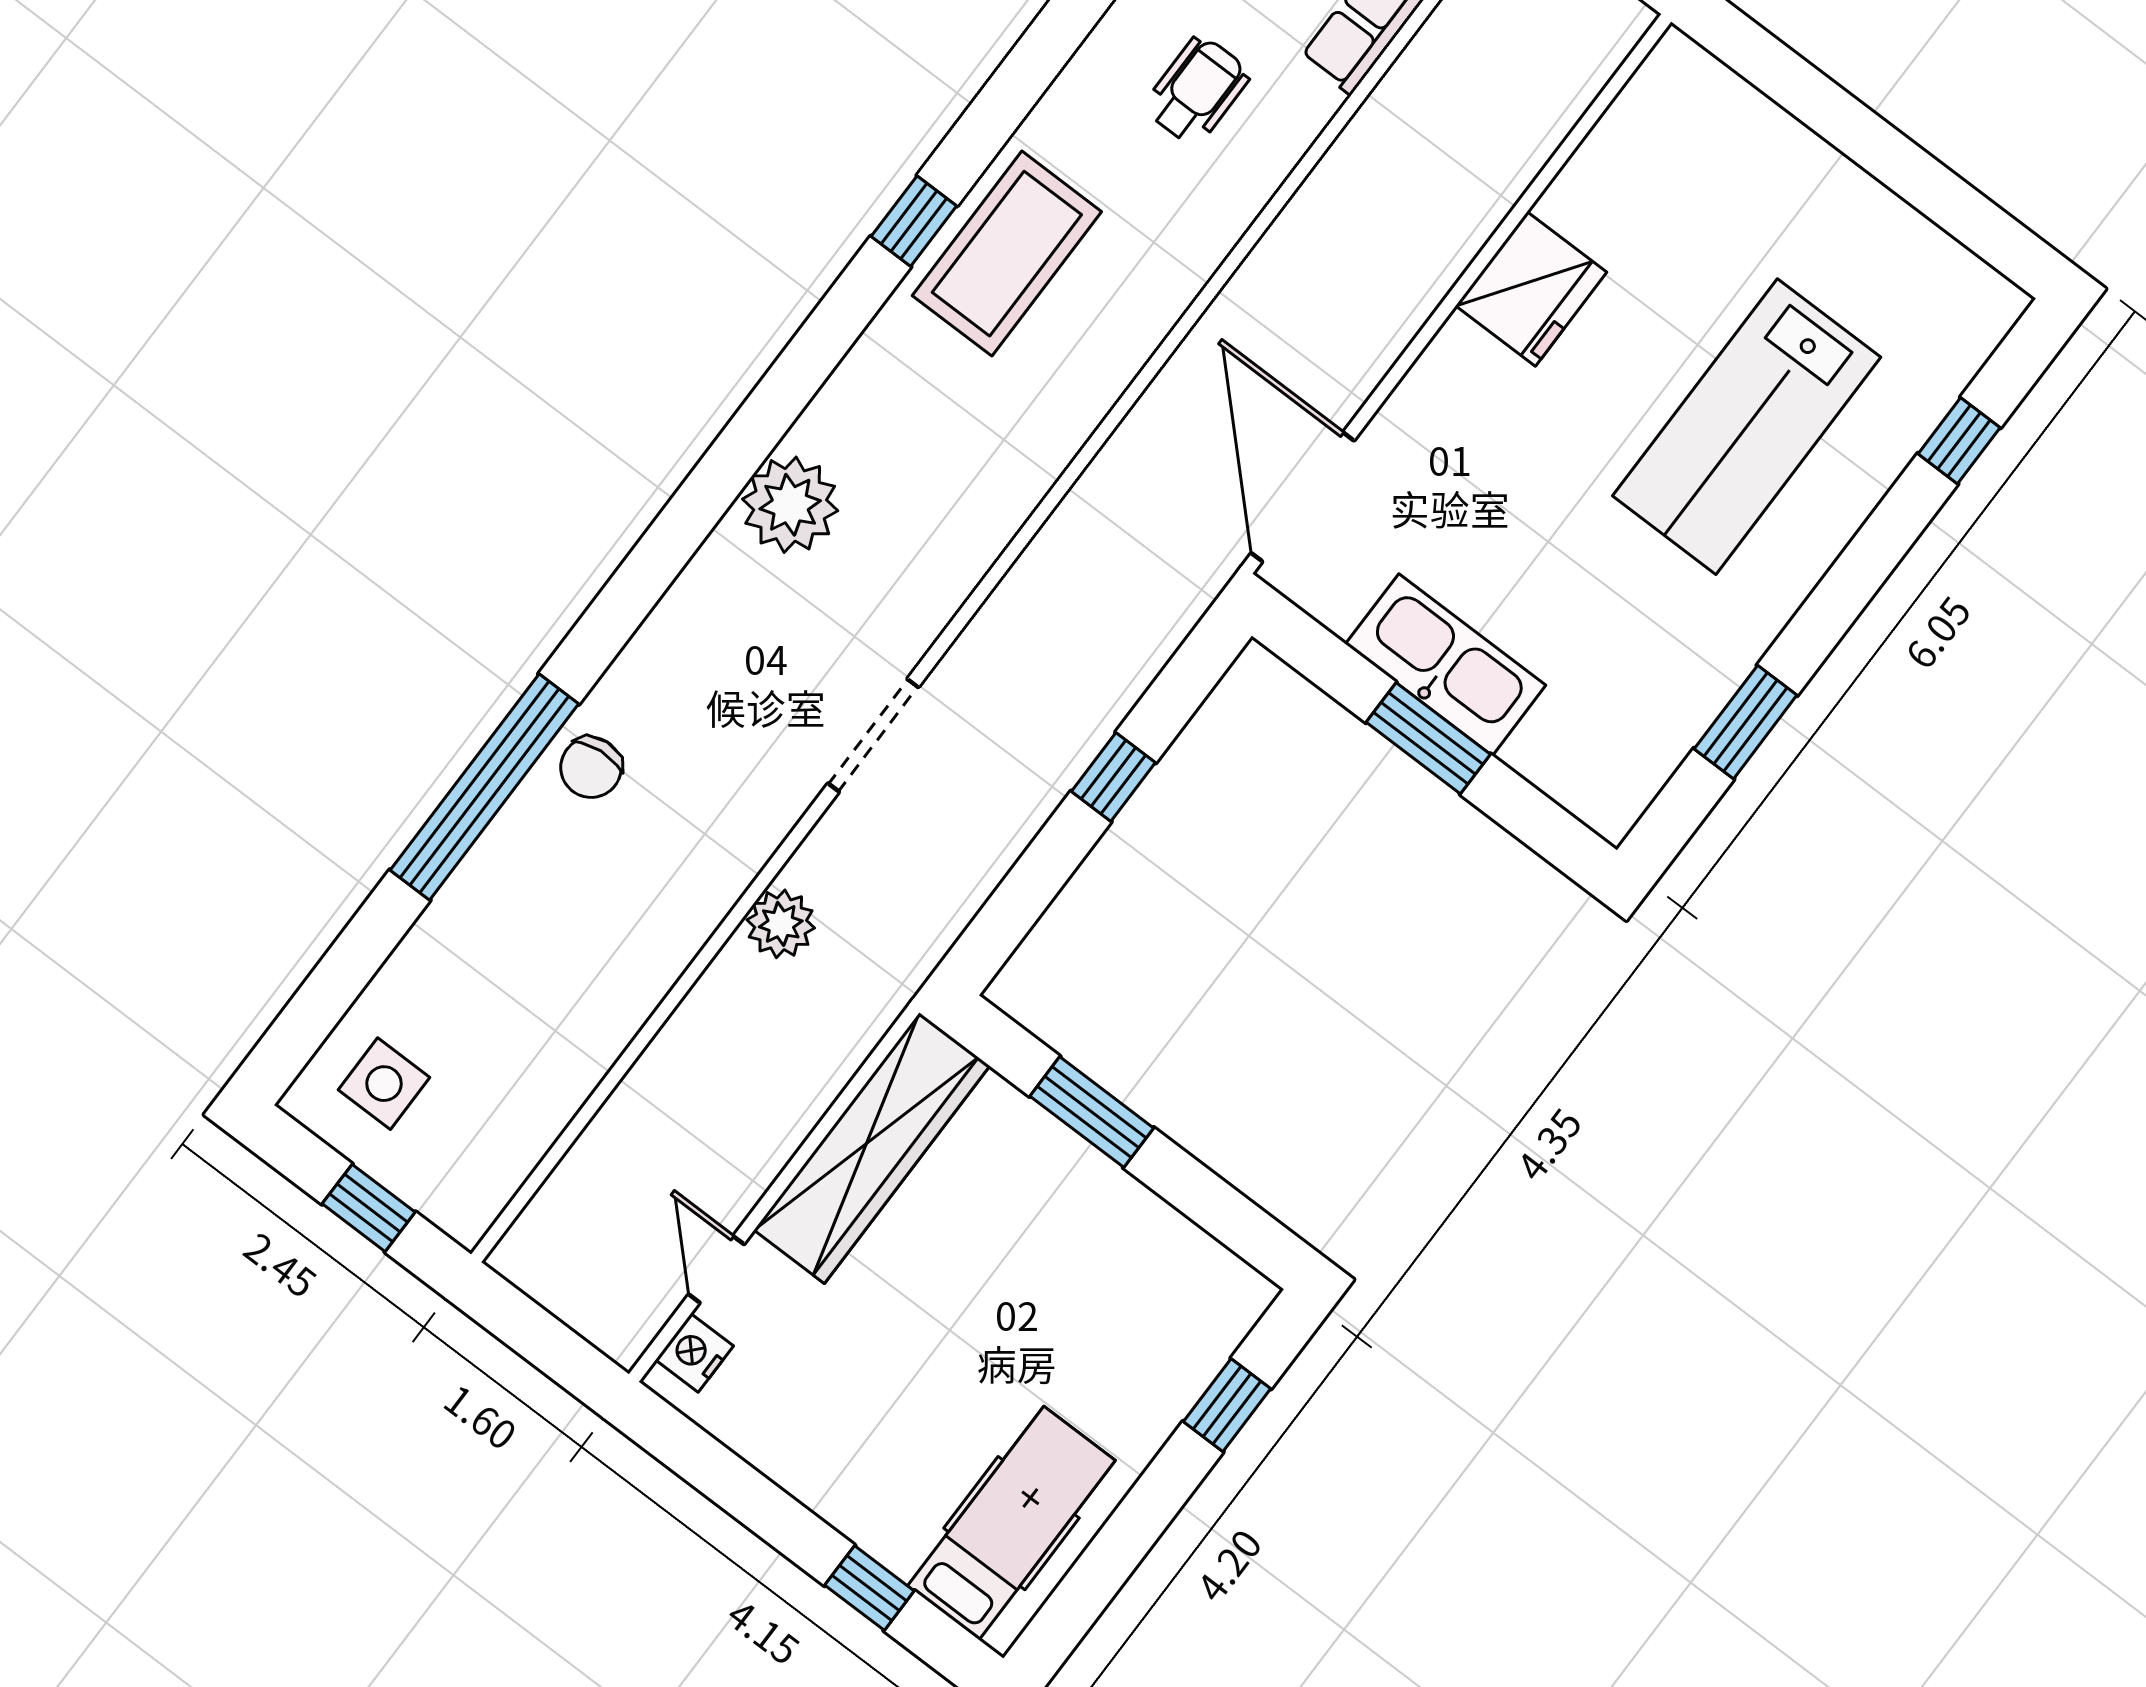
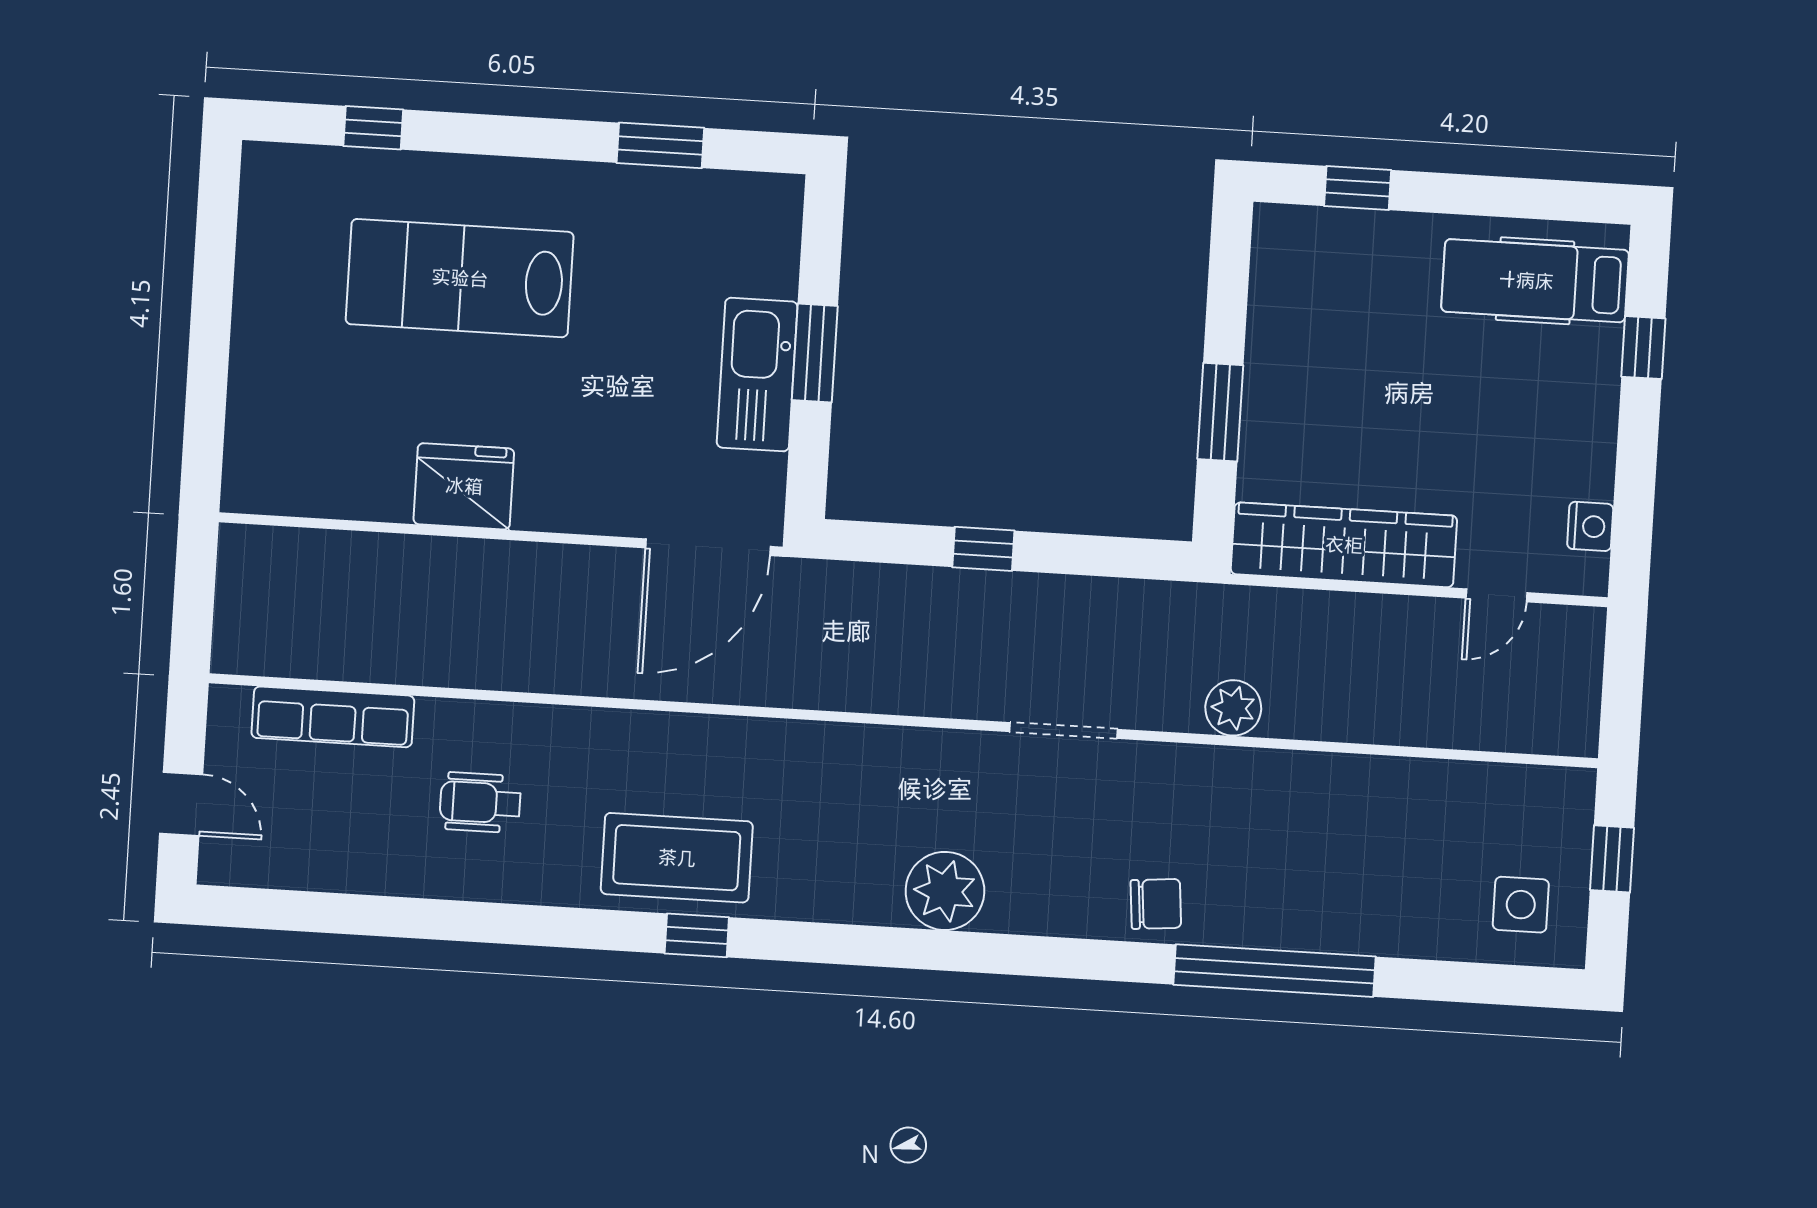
lab bench: (1747, 427) -> (460, 278), turned 180
chair: (591, 767) -> (1156, 904), moved
nightstand: (694, 1353) -> (1590, 526), moved, turned -90

